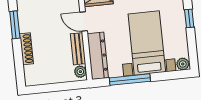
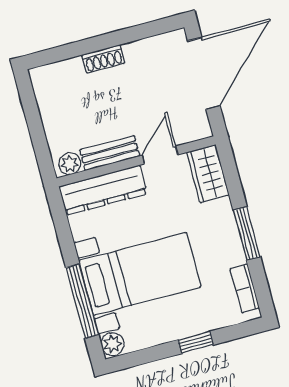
window: (15, 25) -> (134, 33), removed
shoe rack: (27, 49) -> (103, 59), width x0.70
window: (130, 80) -> (82, 301), moved

